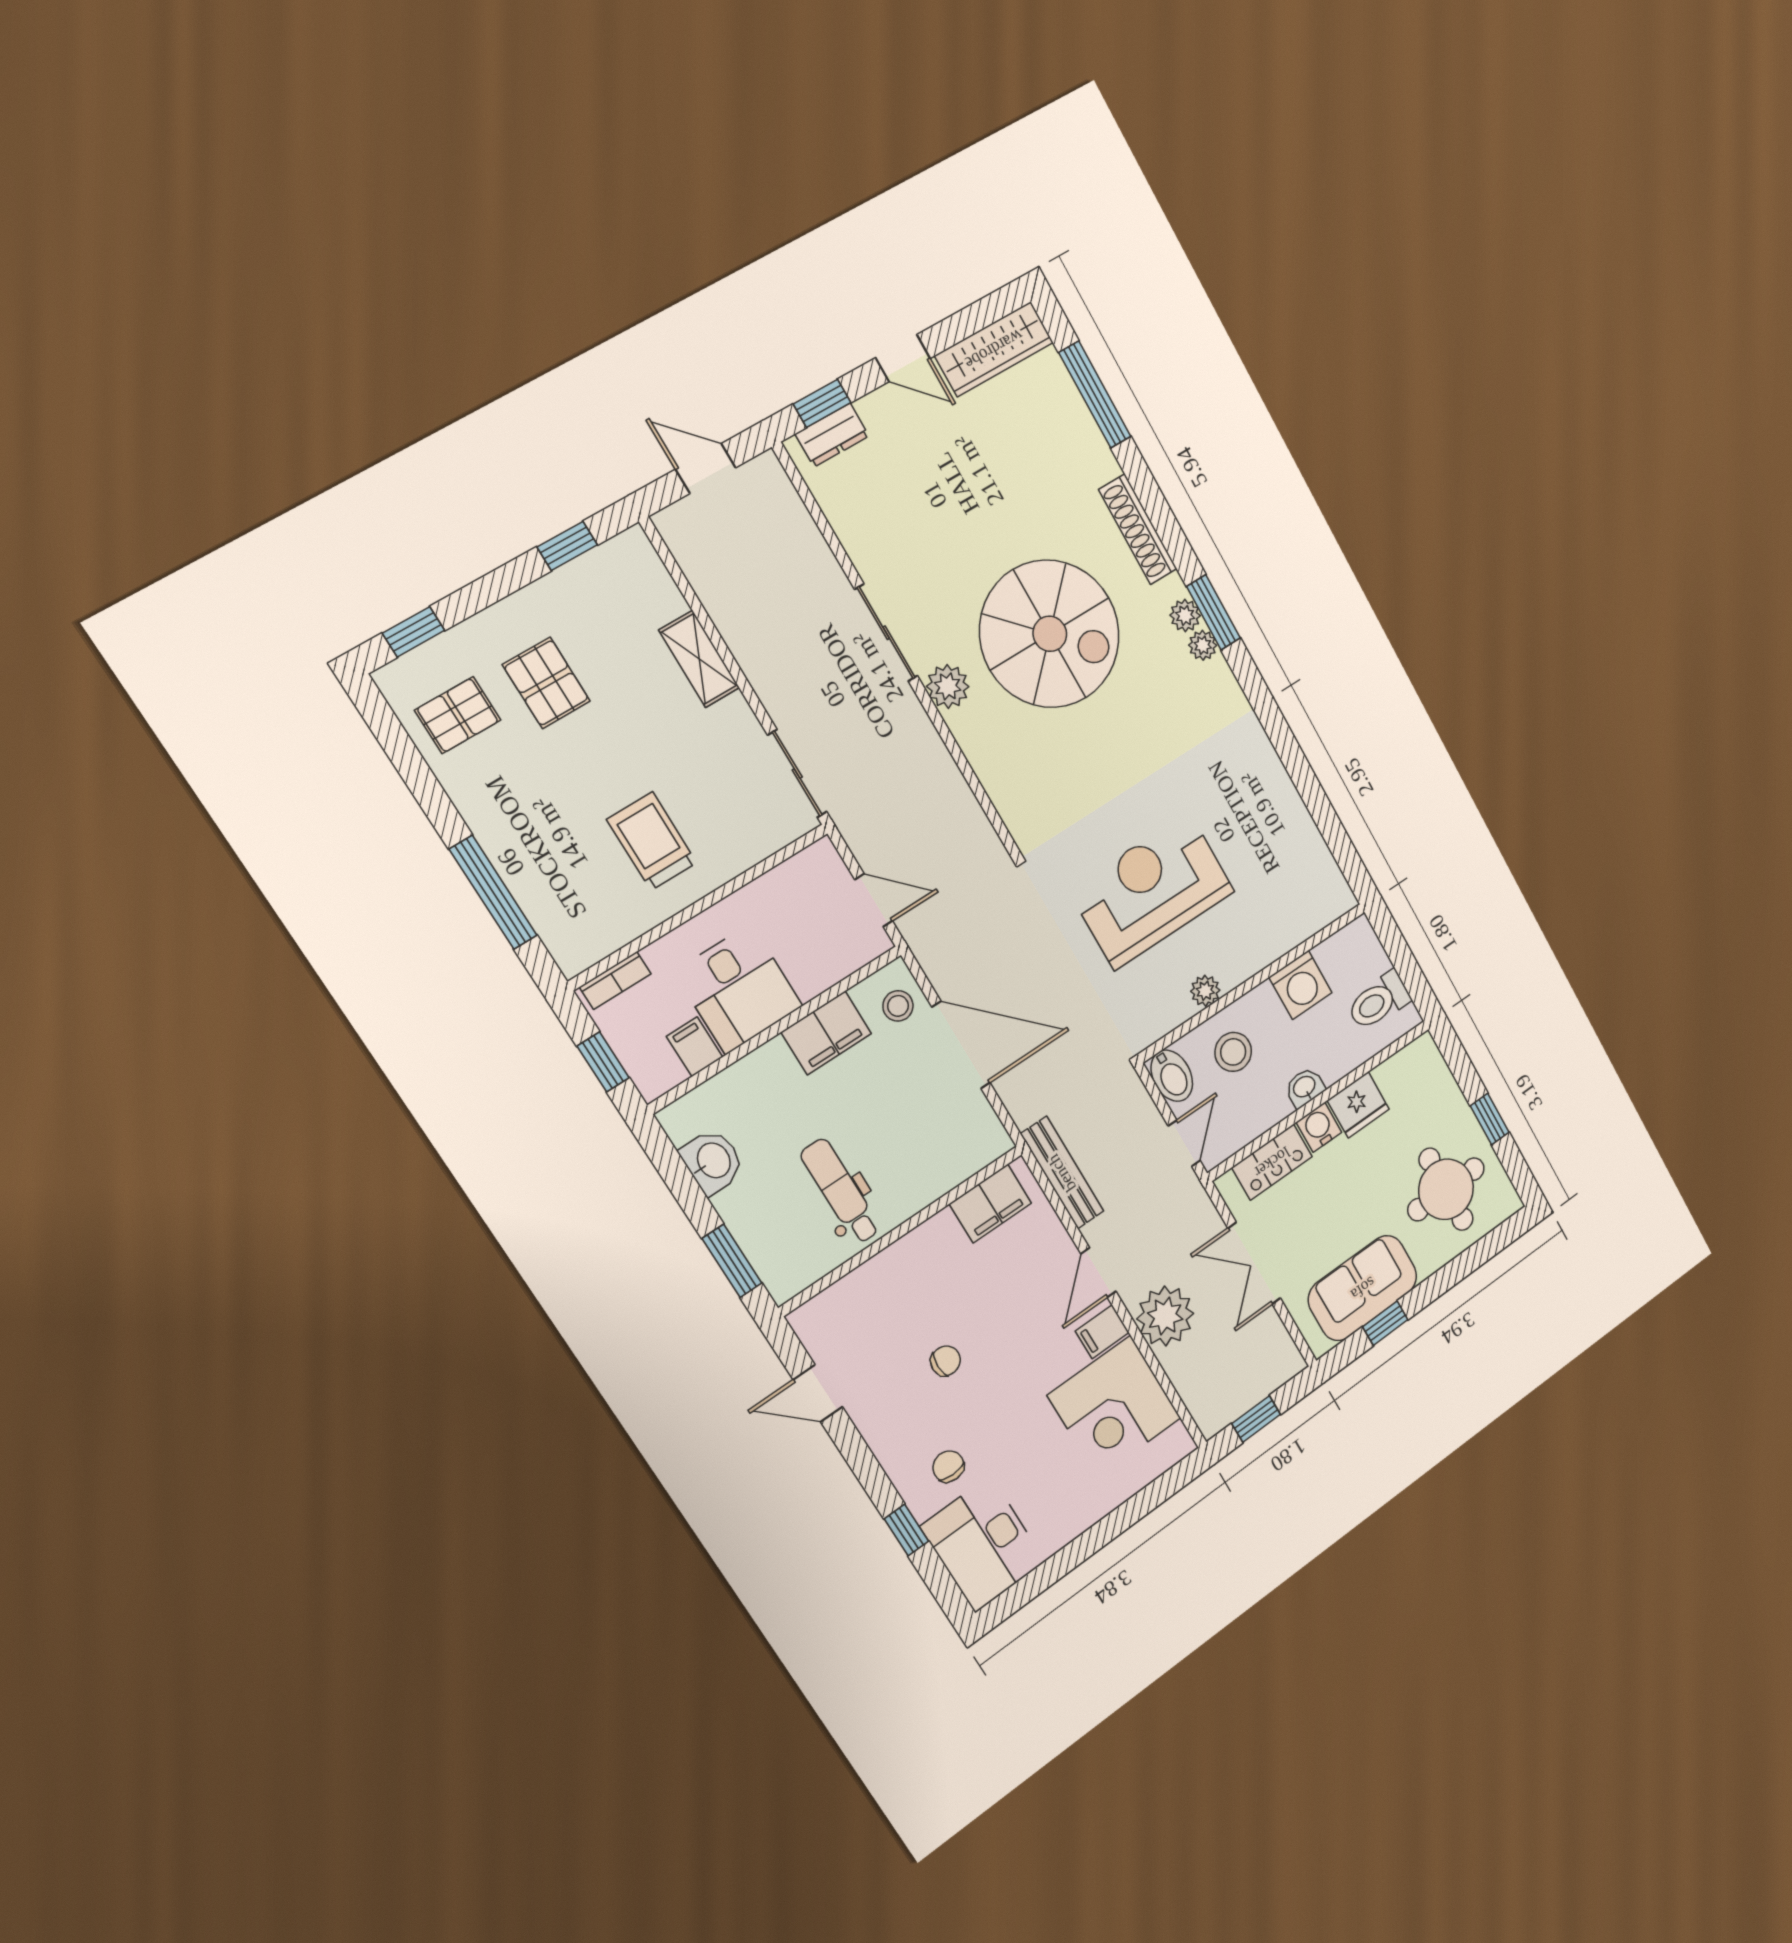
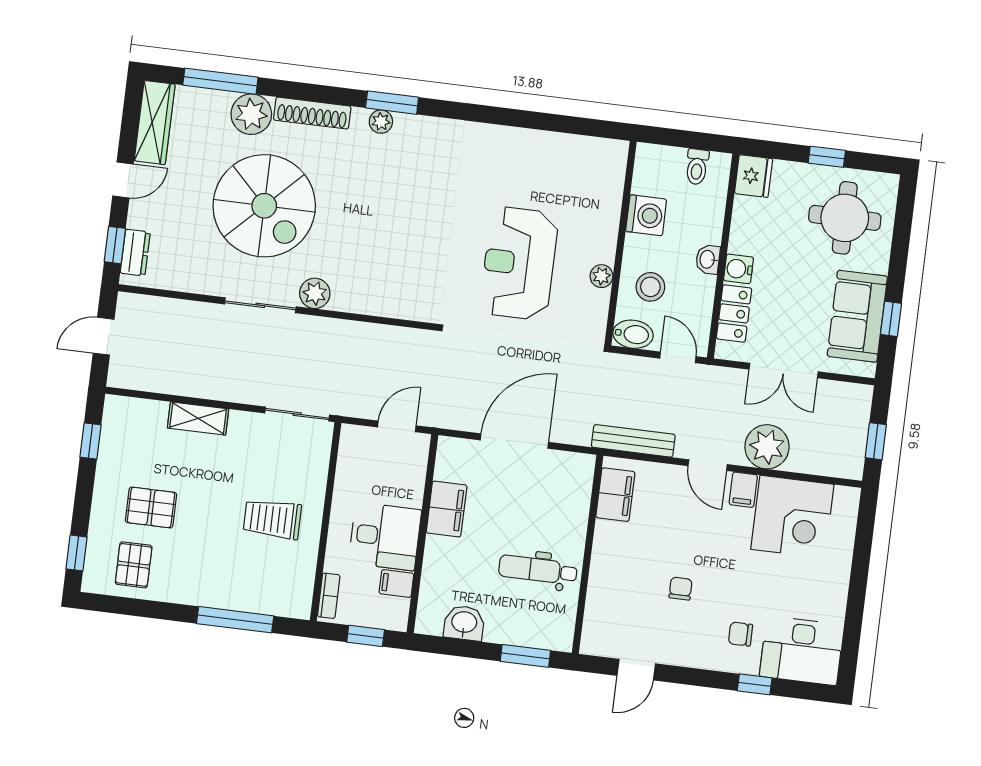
spiral stairs: (1050, 634) -> (264, 206), moved, turned 90
plant: (1203, 645) -> (251, 114), moved, width x1.87, depth x1.87
toilet: (1379, 1001) -> (697, 167), width x0.73, depth x0.72
stool: (898, 1006) -> (464, 459), removed
fridge: (1358, 1105) -> (753, 176), moved

